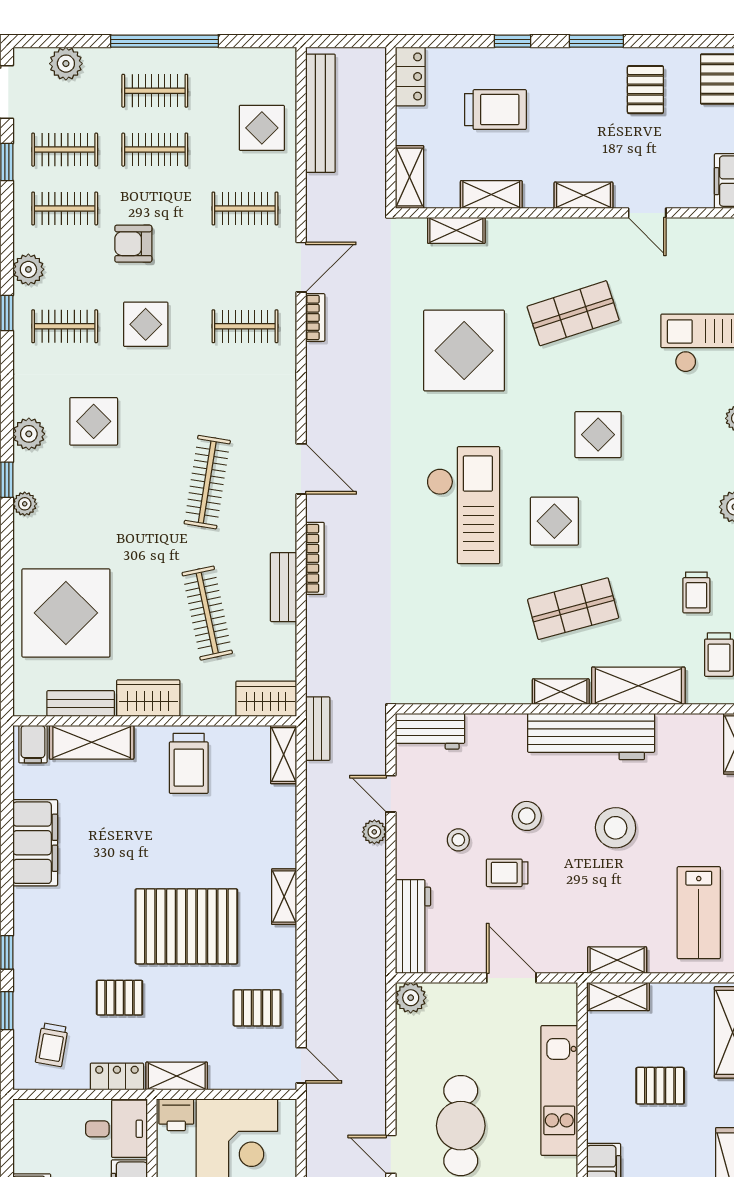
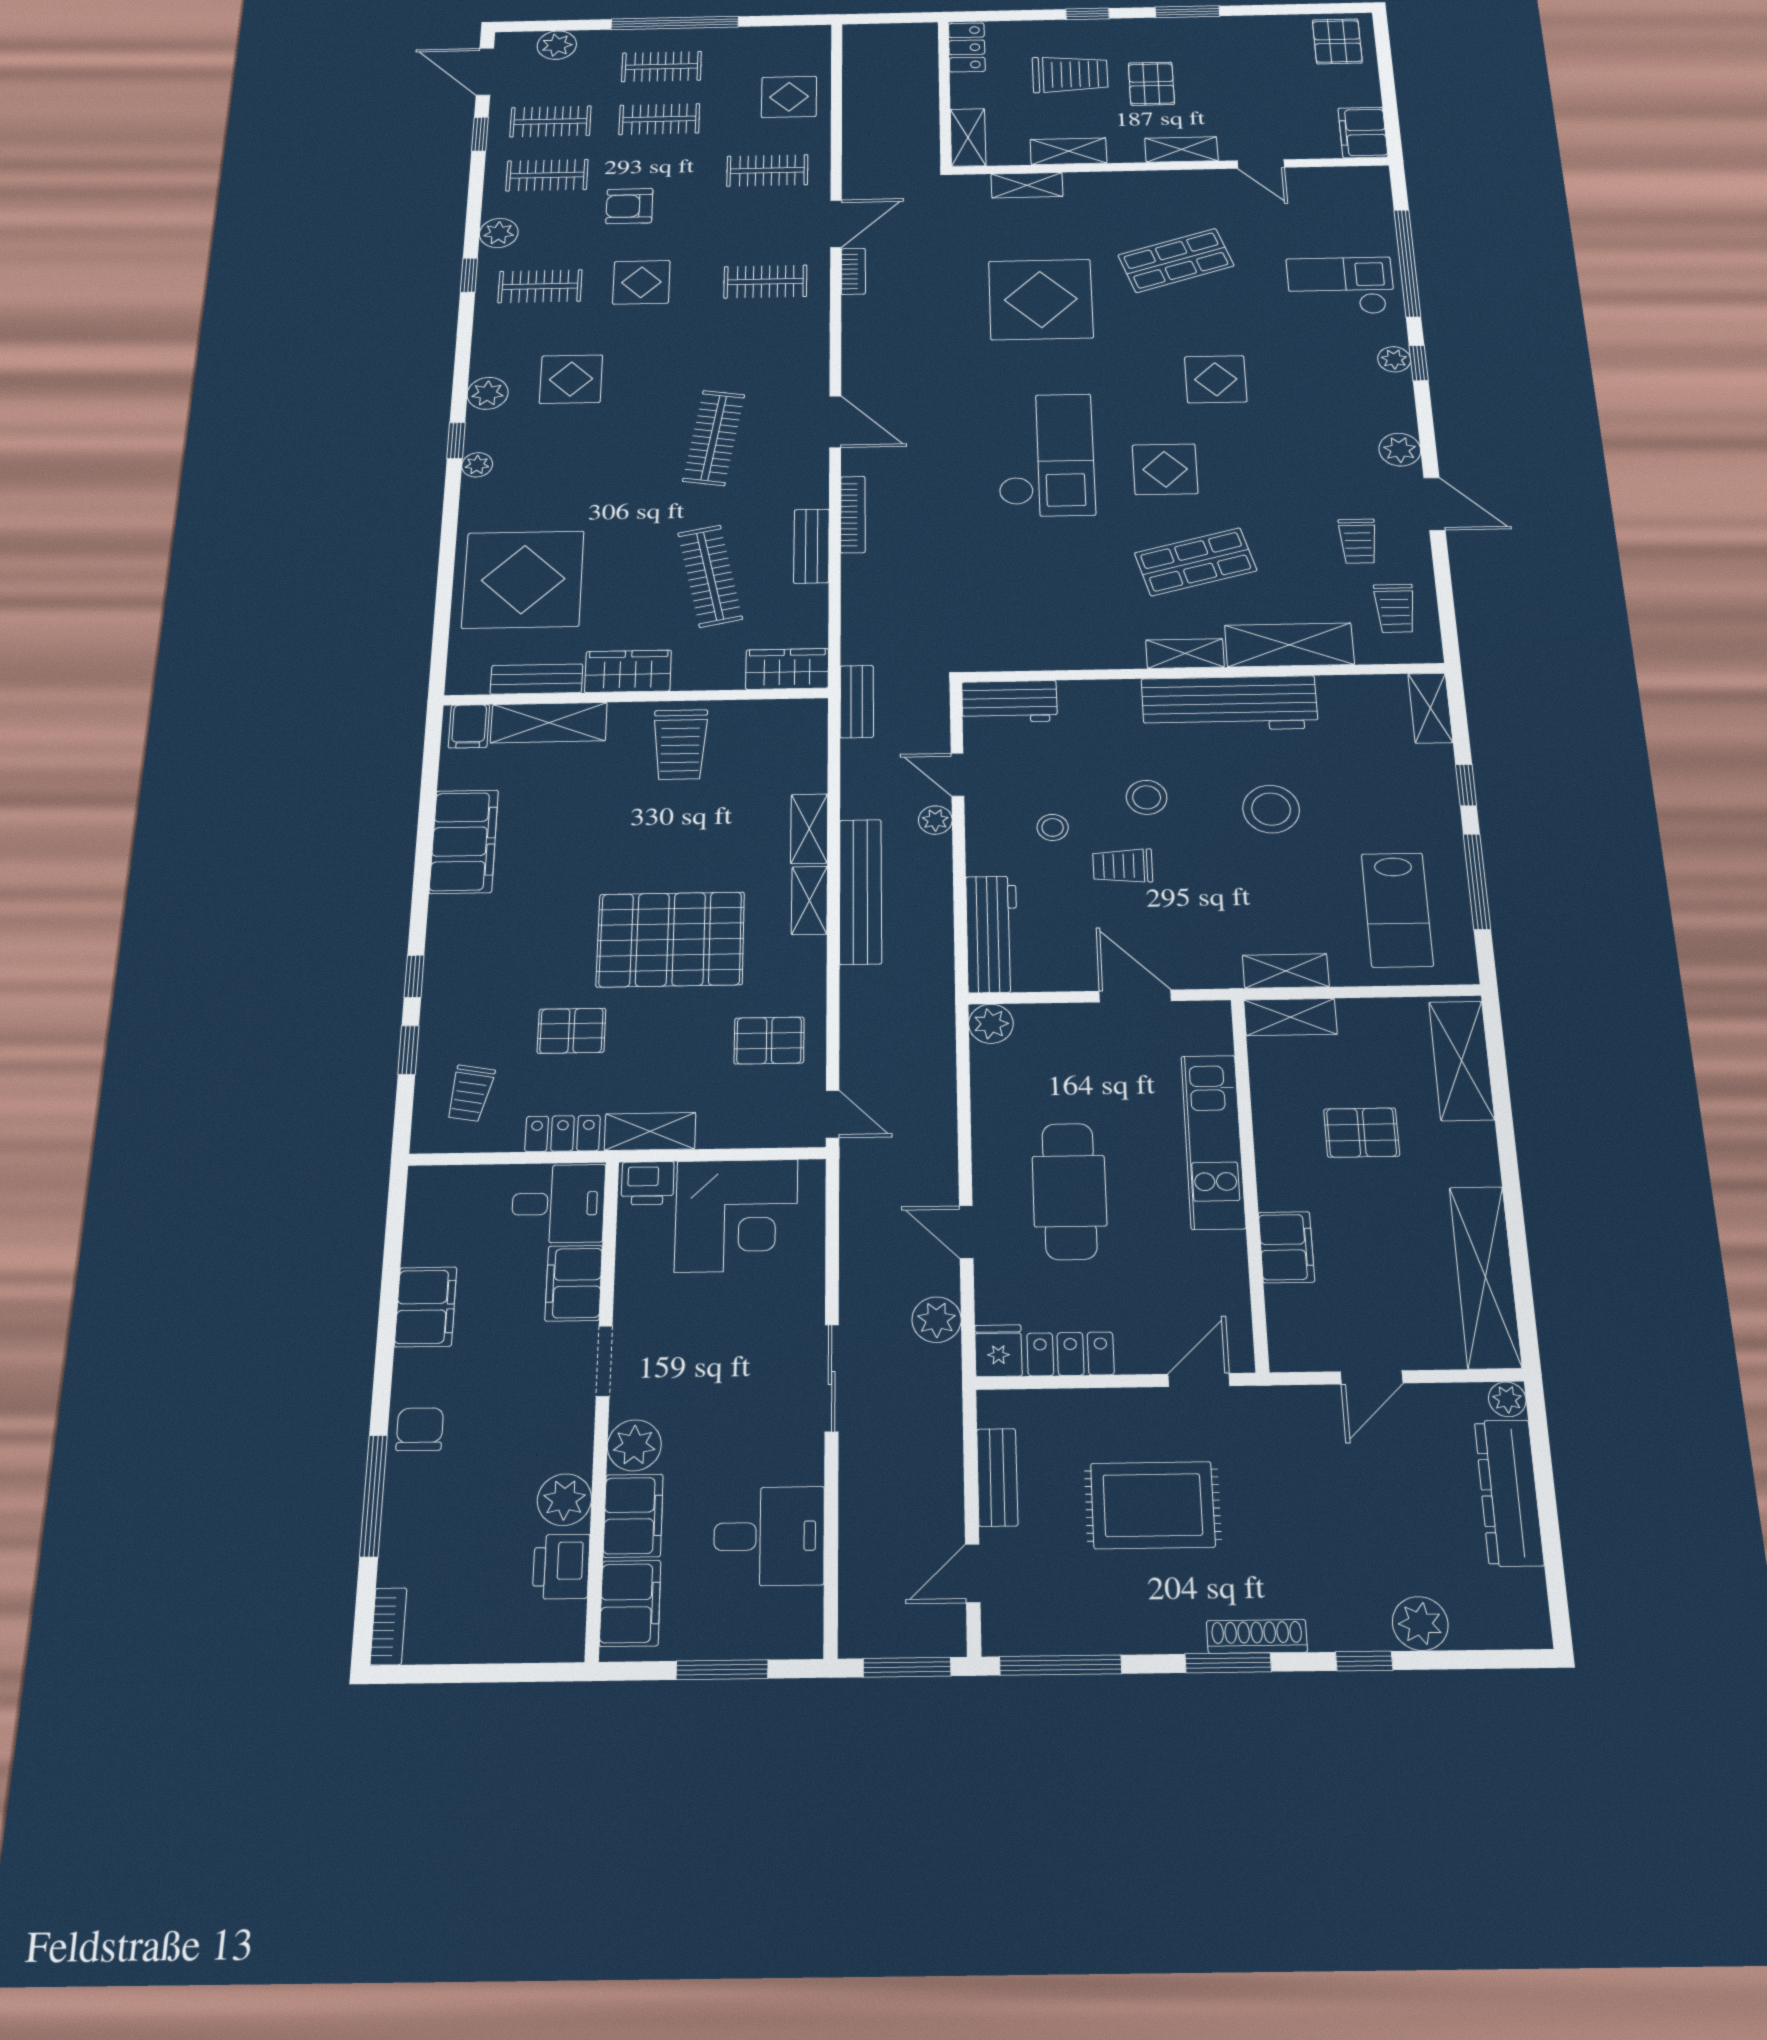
pallet: (645, 90) -> (1151, 84), moved
bench: (320, 113) -> (860, 891), moved
shelving: (284, 754) -> (809, 829), moved

